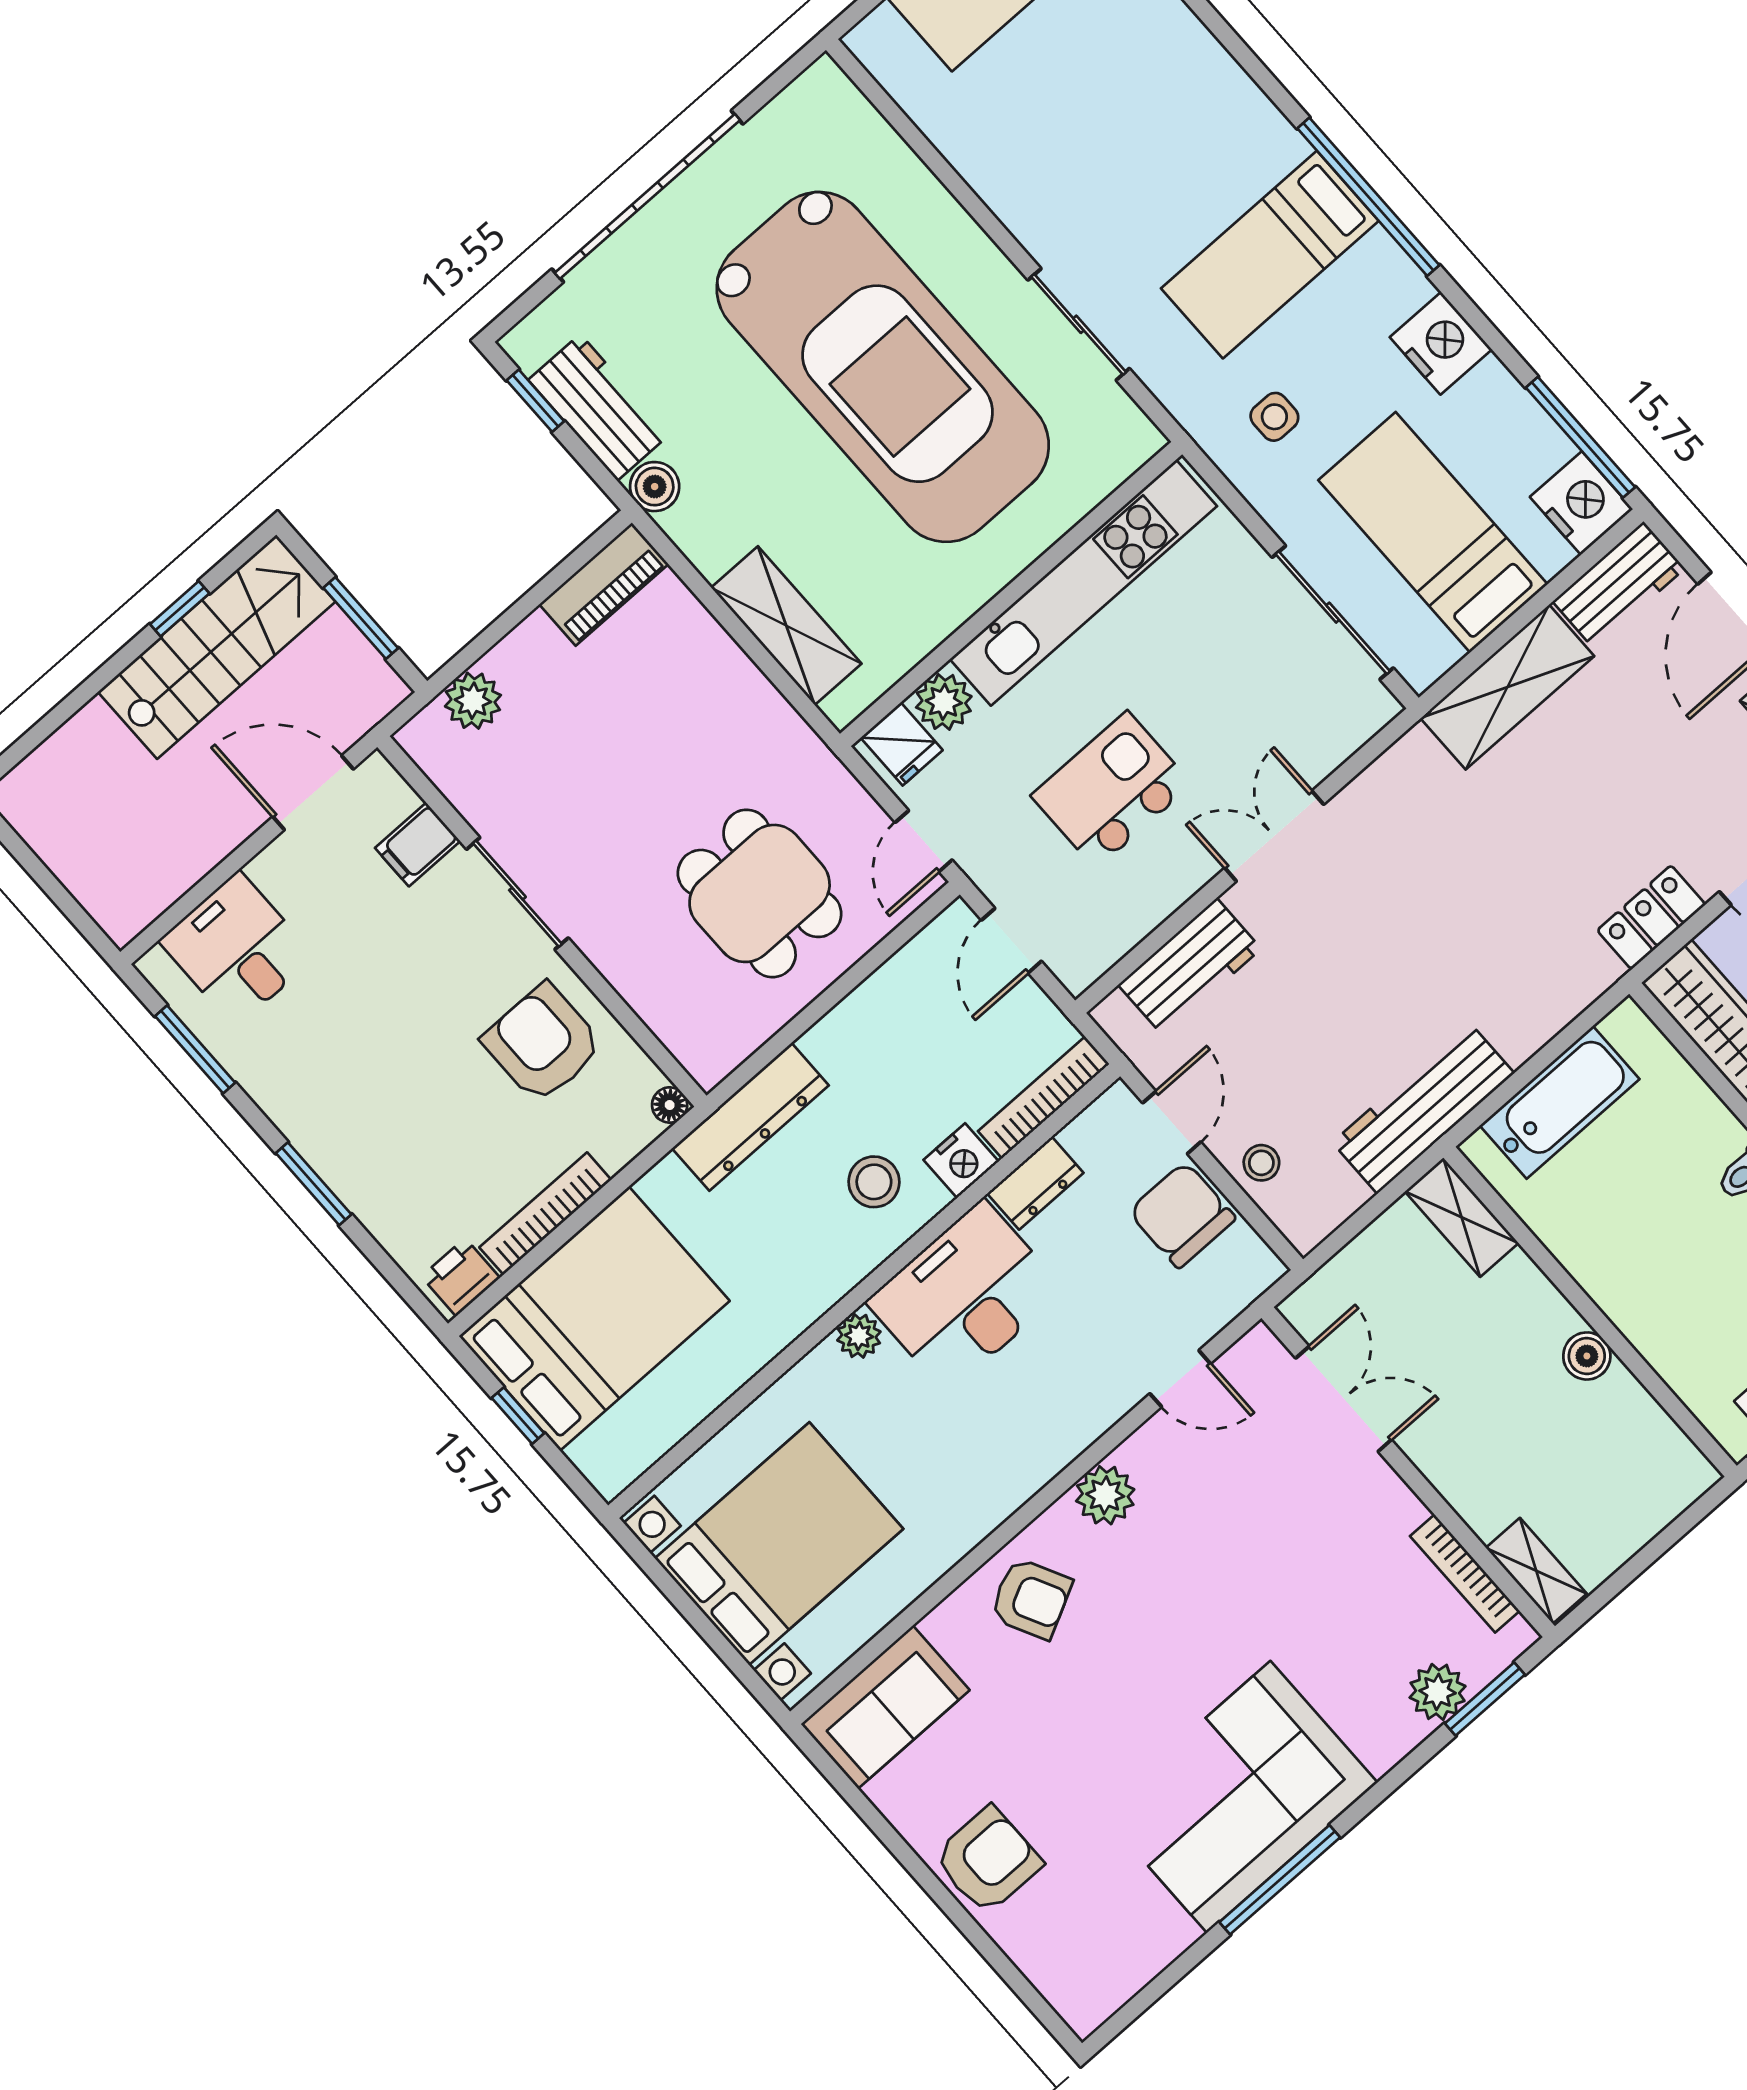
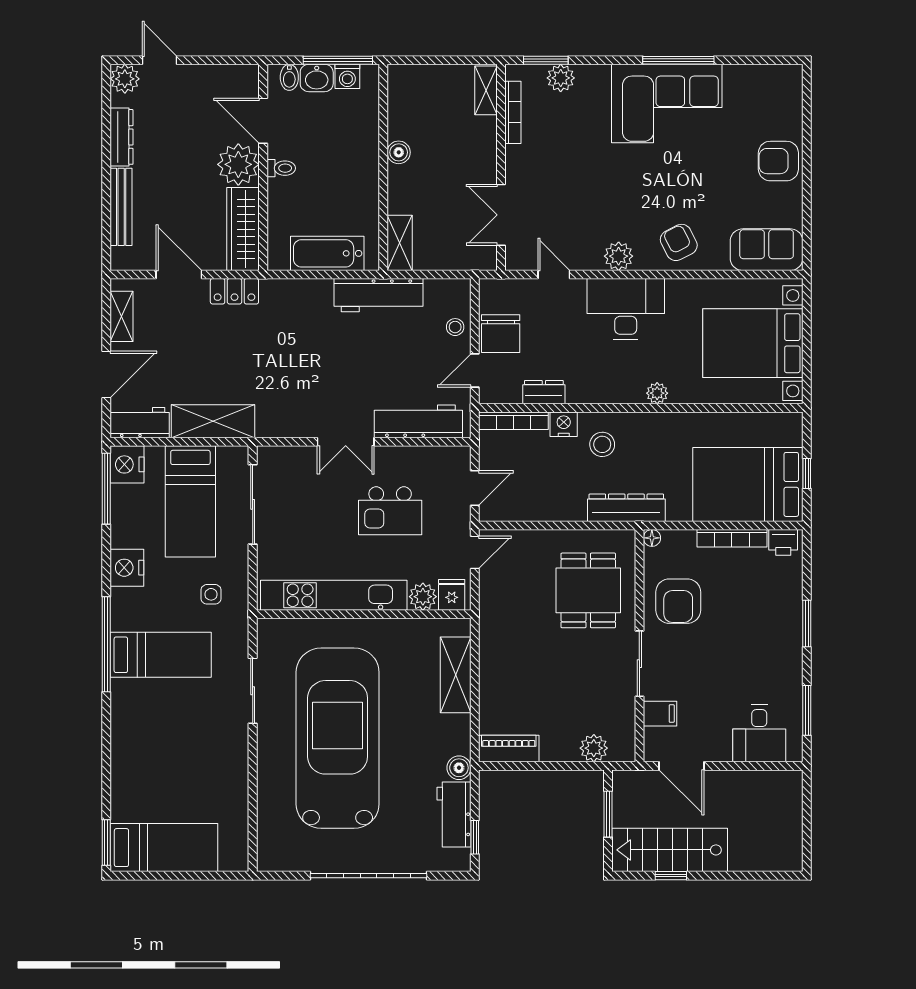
dining table: (760, 893) -> (588, 590), moved
workbench: (1190, 967) -> (418, 421), width x1.38
desk: (965, 1296) -> (626, 309), moved, turned 180

